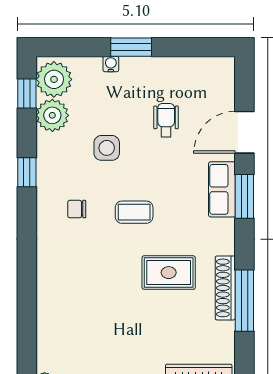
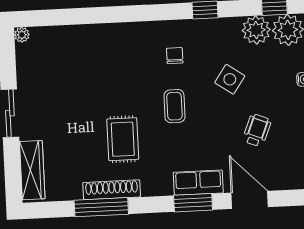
wheelchair: (166, 120) -> (257, 130), turned -68
side table: (107, 148) -> (230, 79), turned 35

